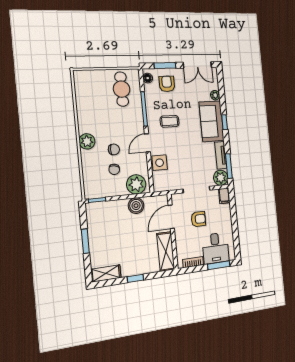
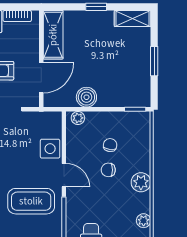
plant: (82, 110) -> (144, 221), added
coffee table: (170, 121) -> (31, 201), width x1.86, depth x1.72
door: (147, 143) -> (64, 175), hinge flipped
plant: (136, 184) -> (78, 118), width x0.53, depth x0.53

